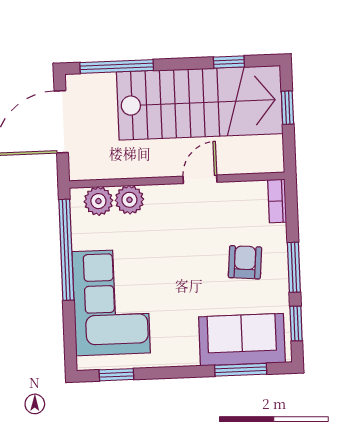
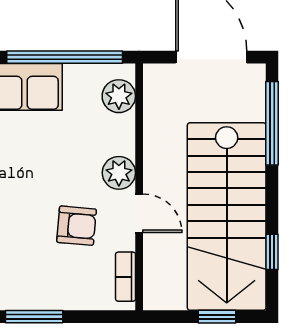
plant: (129, 200) -> (119, 173), moved
bookcase: (277, 201) -> (126, 277), moved, turned -90
armchair: (245, 262) -> (77, 226), moved

